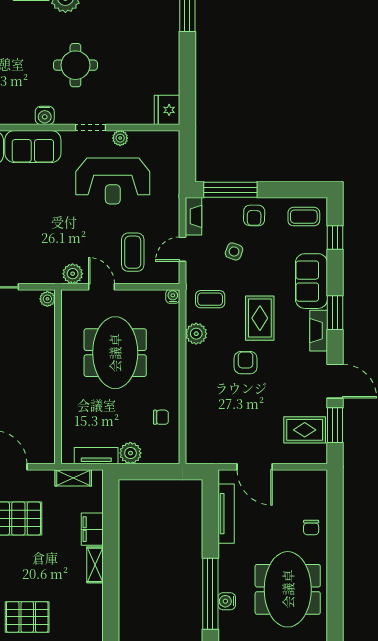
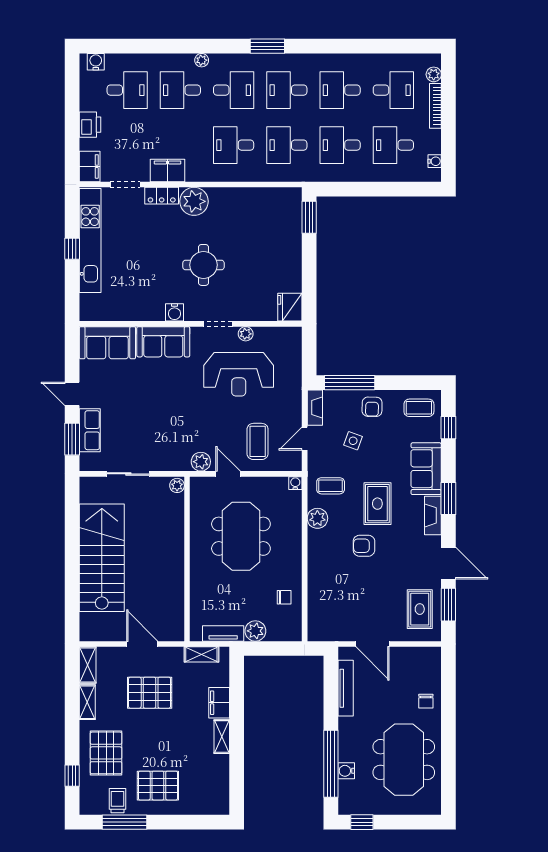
armchair: (246, 363) -> (364, 546), turned -90
rug: (305, 430) -> (420, 609), turned 90

